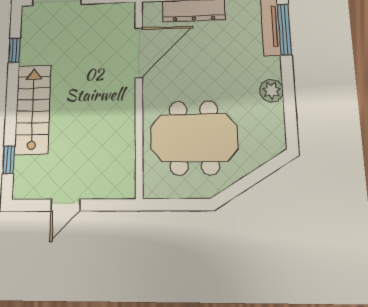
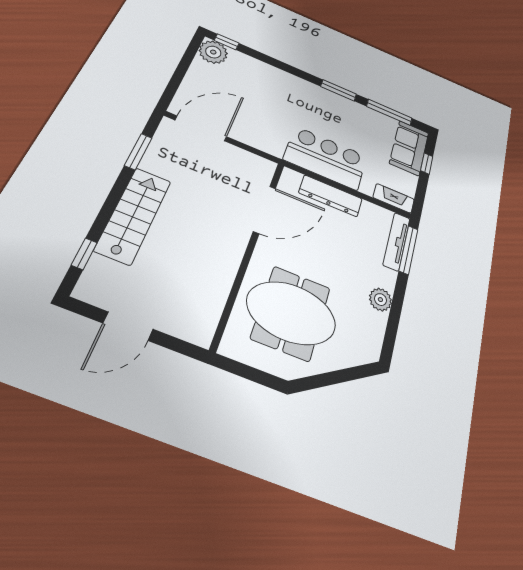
window: (14, 50) -> (138, 152), width x1.50
door: (65, 205) -> (128, 326), width x1.38

